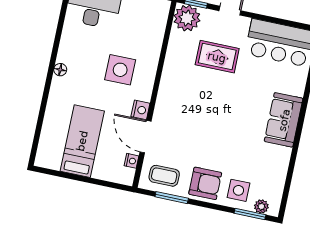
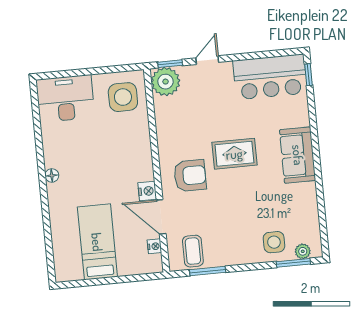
rug: (217, 57) -> (234, 154), moved
side table: (120, 70) -> (123, 97), moved
coffee table: (164, 176) -> (193, 251), turned 90
armchair: (205, 183) -> (190, 176), moved

